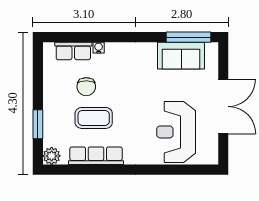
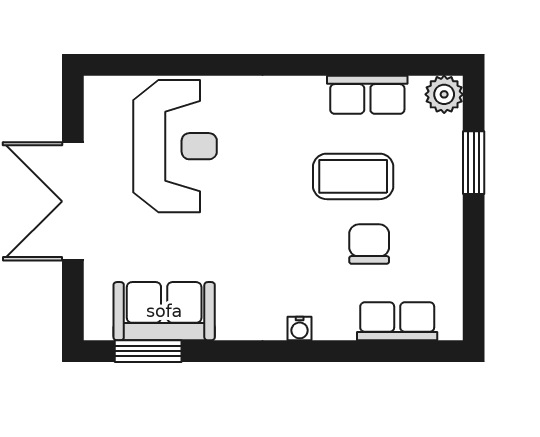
window: (188, 37) -> (148, 351), width x0.69
water cooler: (99, 48) -> (300, 329), moved
row of seats: (96, 156) -> (367, 95), width x0.68

